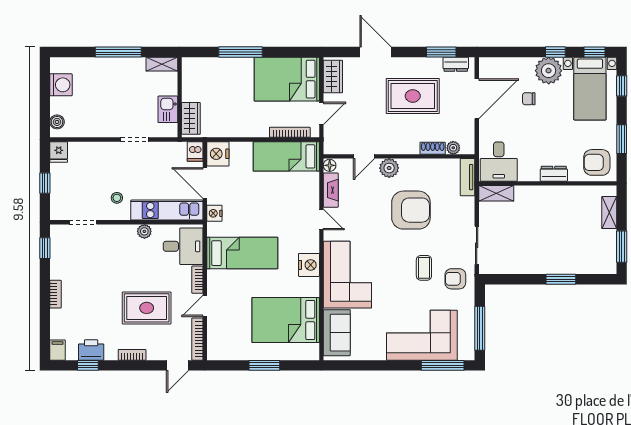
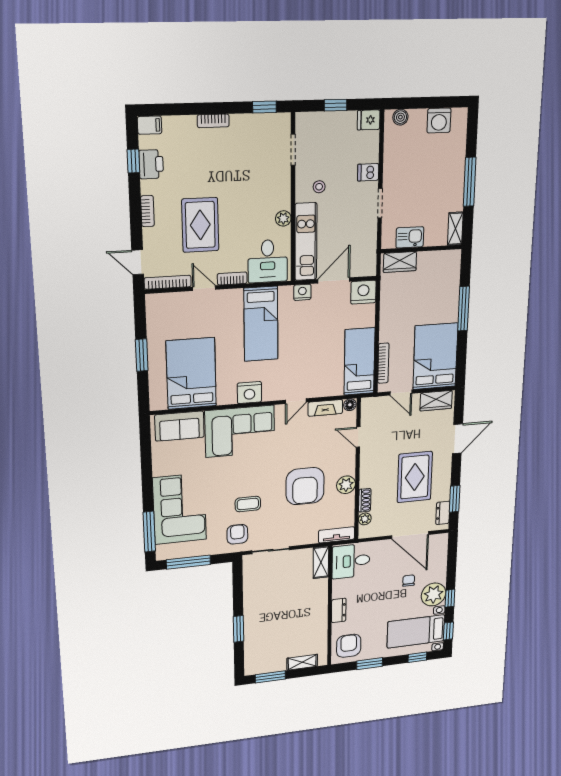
dishwasher: (195, 152) -> (368, 172), moved
plant: (389, 168) -> (346, 485), moved

